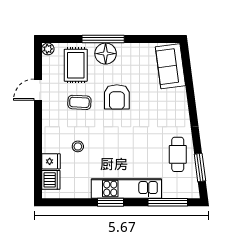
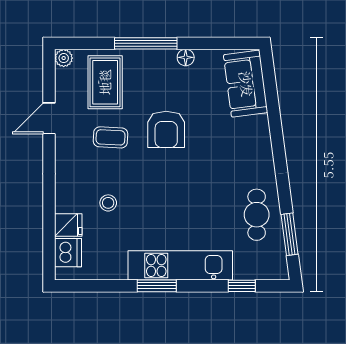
floor lamp: (106, 54) -> (186, 57), moved, width x0.53, depth x0.53
window: (168, 202) -> (242, 286), width x0.46

